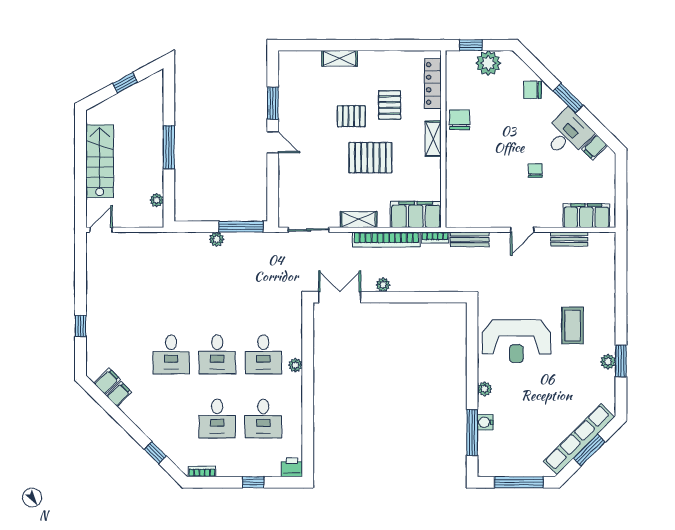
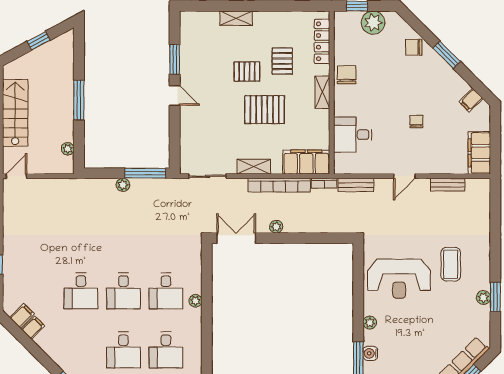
desk: (567, 134) -> (353, 135), moved, turned -135
filing cabinet: (586, 216) -> (479, 153), moved, turned -90

